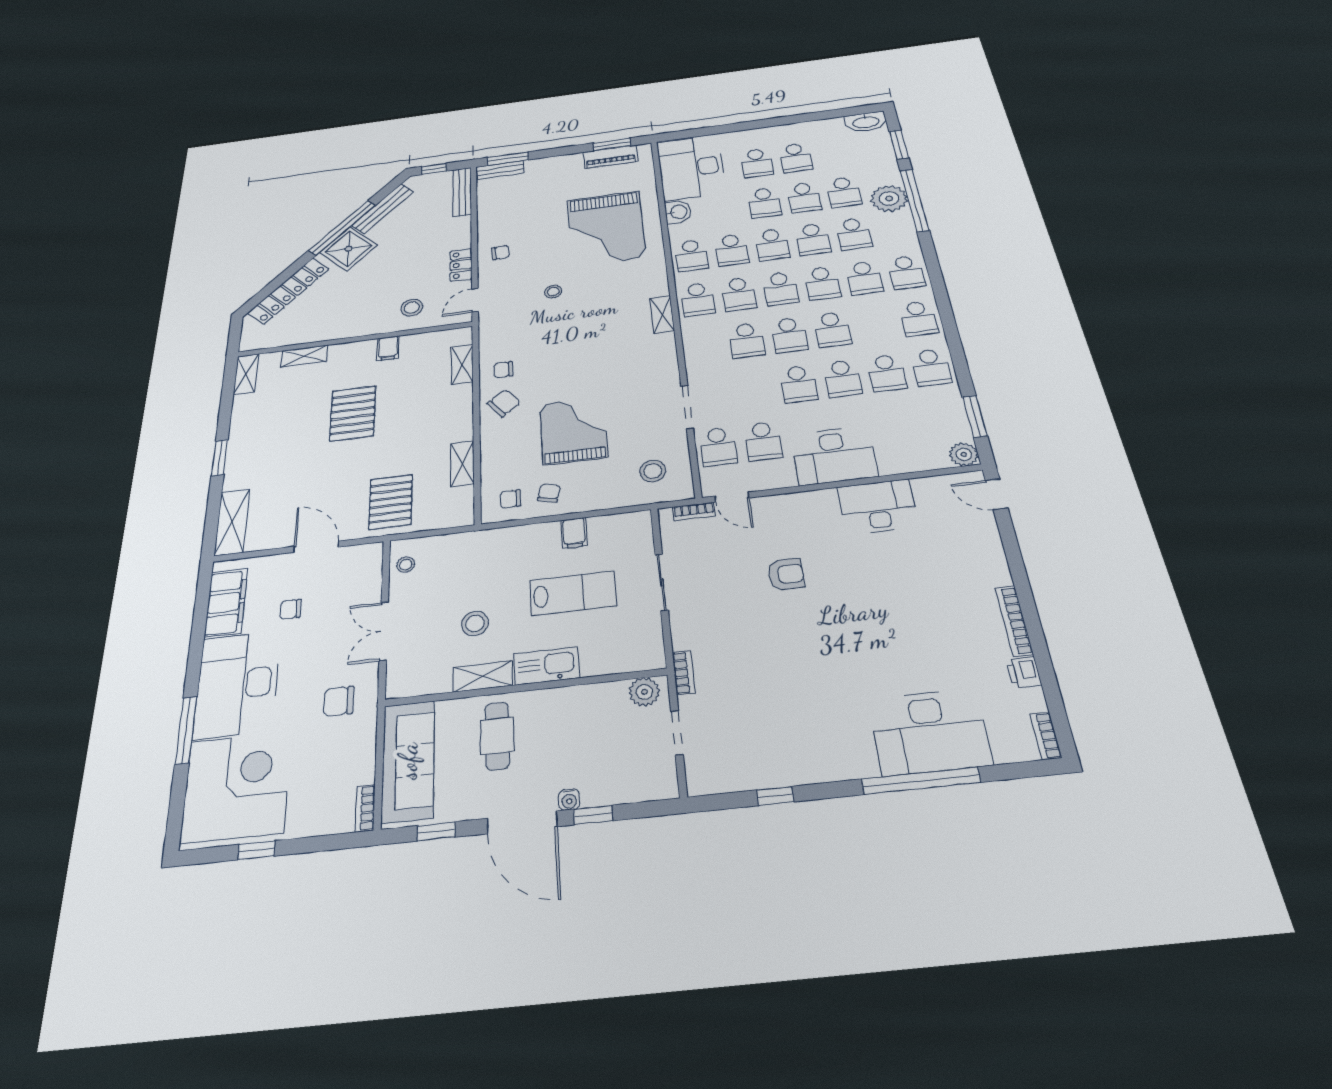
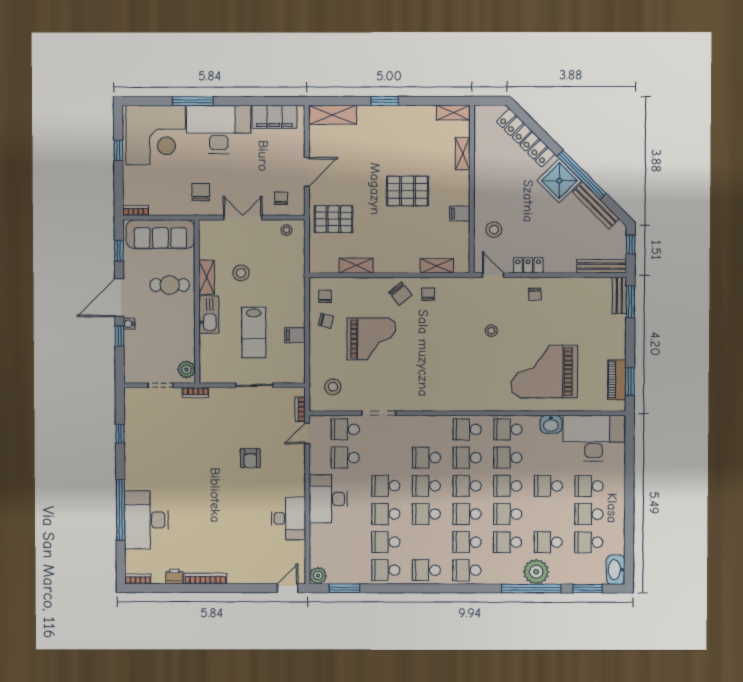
school desk: (804, 197) -> (589, 542), moved
shelving: (662, 314) -> (458, 404), removed
chair: (290, 609) -> (281, 198), moved

